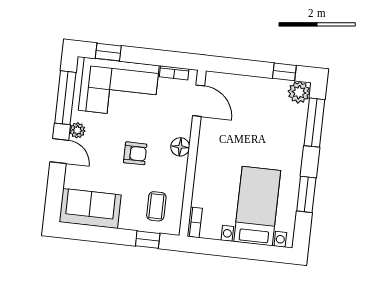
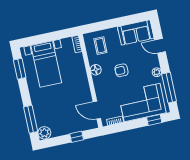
window: (284, 72) -> (77, 137), moved
floor lamp: (180, 147) -> (96, 70), moved
door: (59, 151) -> (160, 46), moved
window: (306, 194) -> (20, 69), moved
window: (148, 240) -> (99, 26), removed

